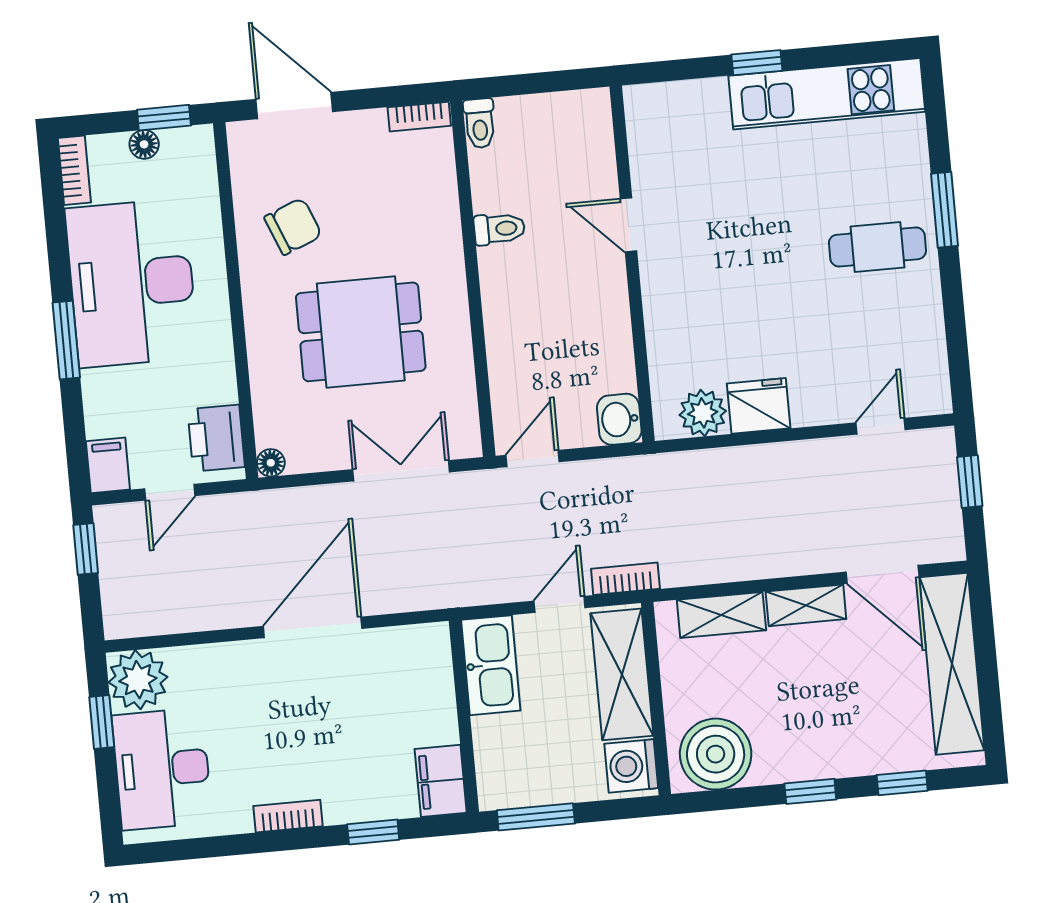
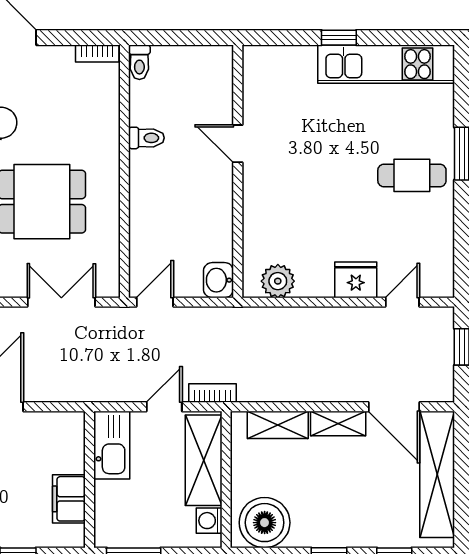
fridge: (759, 406) -> (356, 280), moved
washing machine: (631, 766) -> (209, 521), width x0.73, depth x0.73
filing cabinet: (441, 781) -> (69, 499), moved

